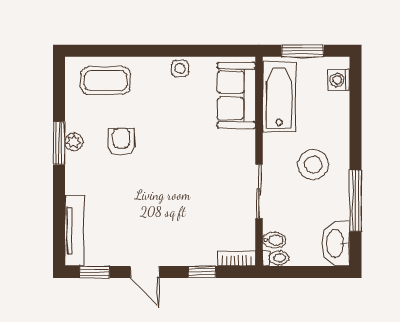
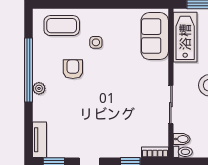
side table: (180, 69) -> (96, 42), moved
plant: (74, 142) -> (39, 88), moved
window: (59, 143) -> (28, 70), width x2.11
tv unit: (74, 231) -> (39, 140), width x0.71

